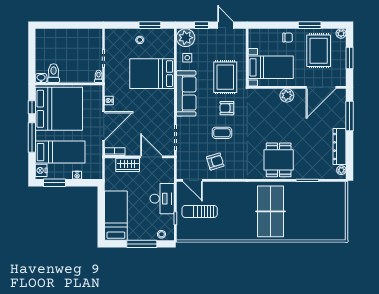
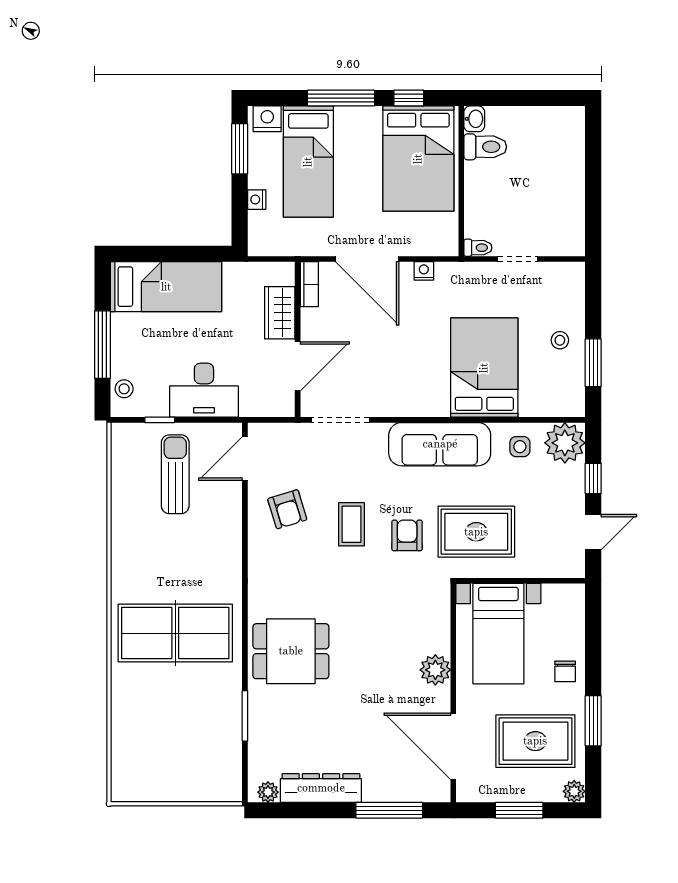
bed: (59, 109) -> (418, 159), width x0.73

